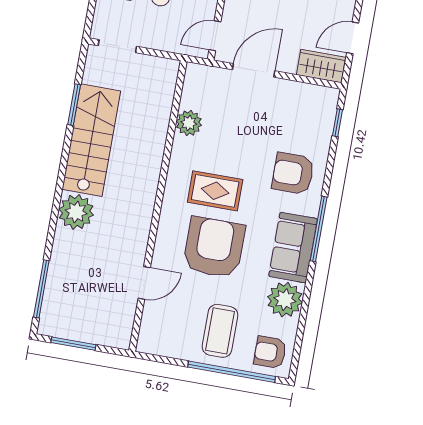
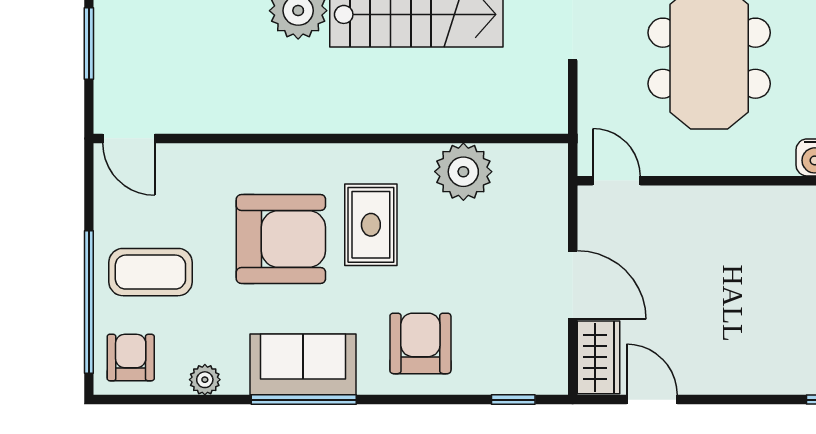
door: (254, 70) -> (573, 285), moved
plant: (189, 123) -> (463, 172), width x1.36, depth x1.36
window: (319, 229) -> (304, 400), moved
door: (144, 283) -> (129, 138), moved
plant: (285, 300) -> (205, 380), width x0.53, depth x0.53

